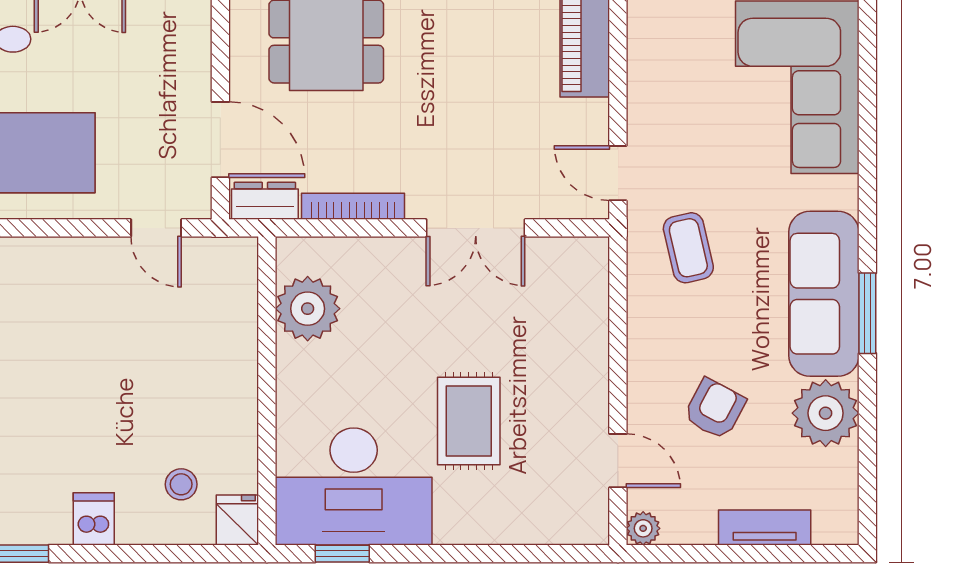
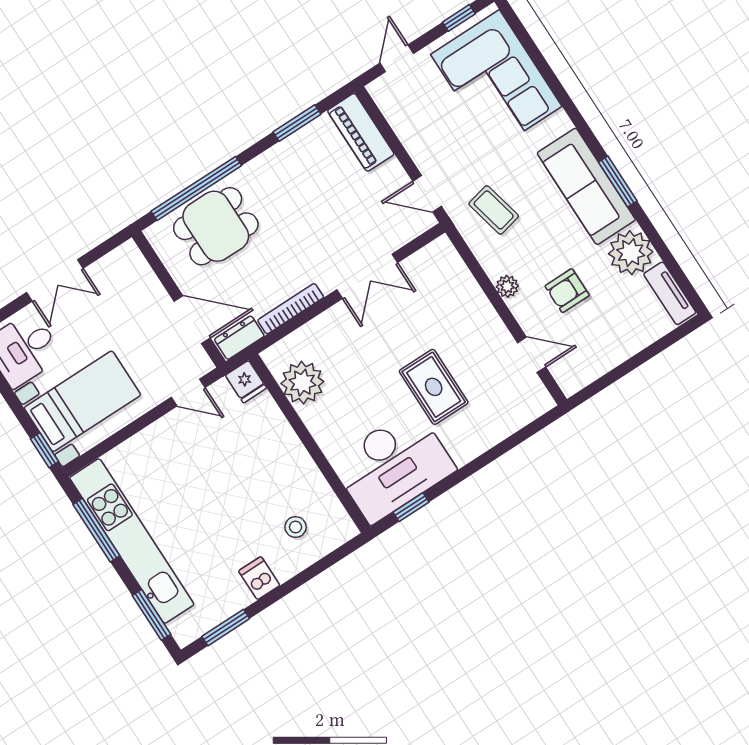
armchair: (715, 409) -> (567, 291), turned -118
fridge: (237, 520) -> (246, 382), moved, turned 180
tv unit: (765, 527) -> (670, 293), moved, turned -90
plant: (643, 528) -> (507, 286), moved

